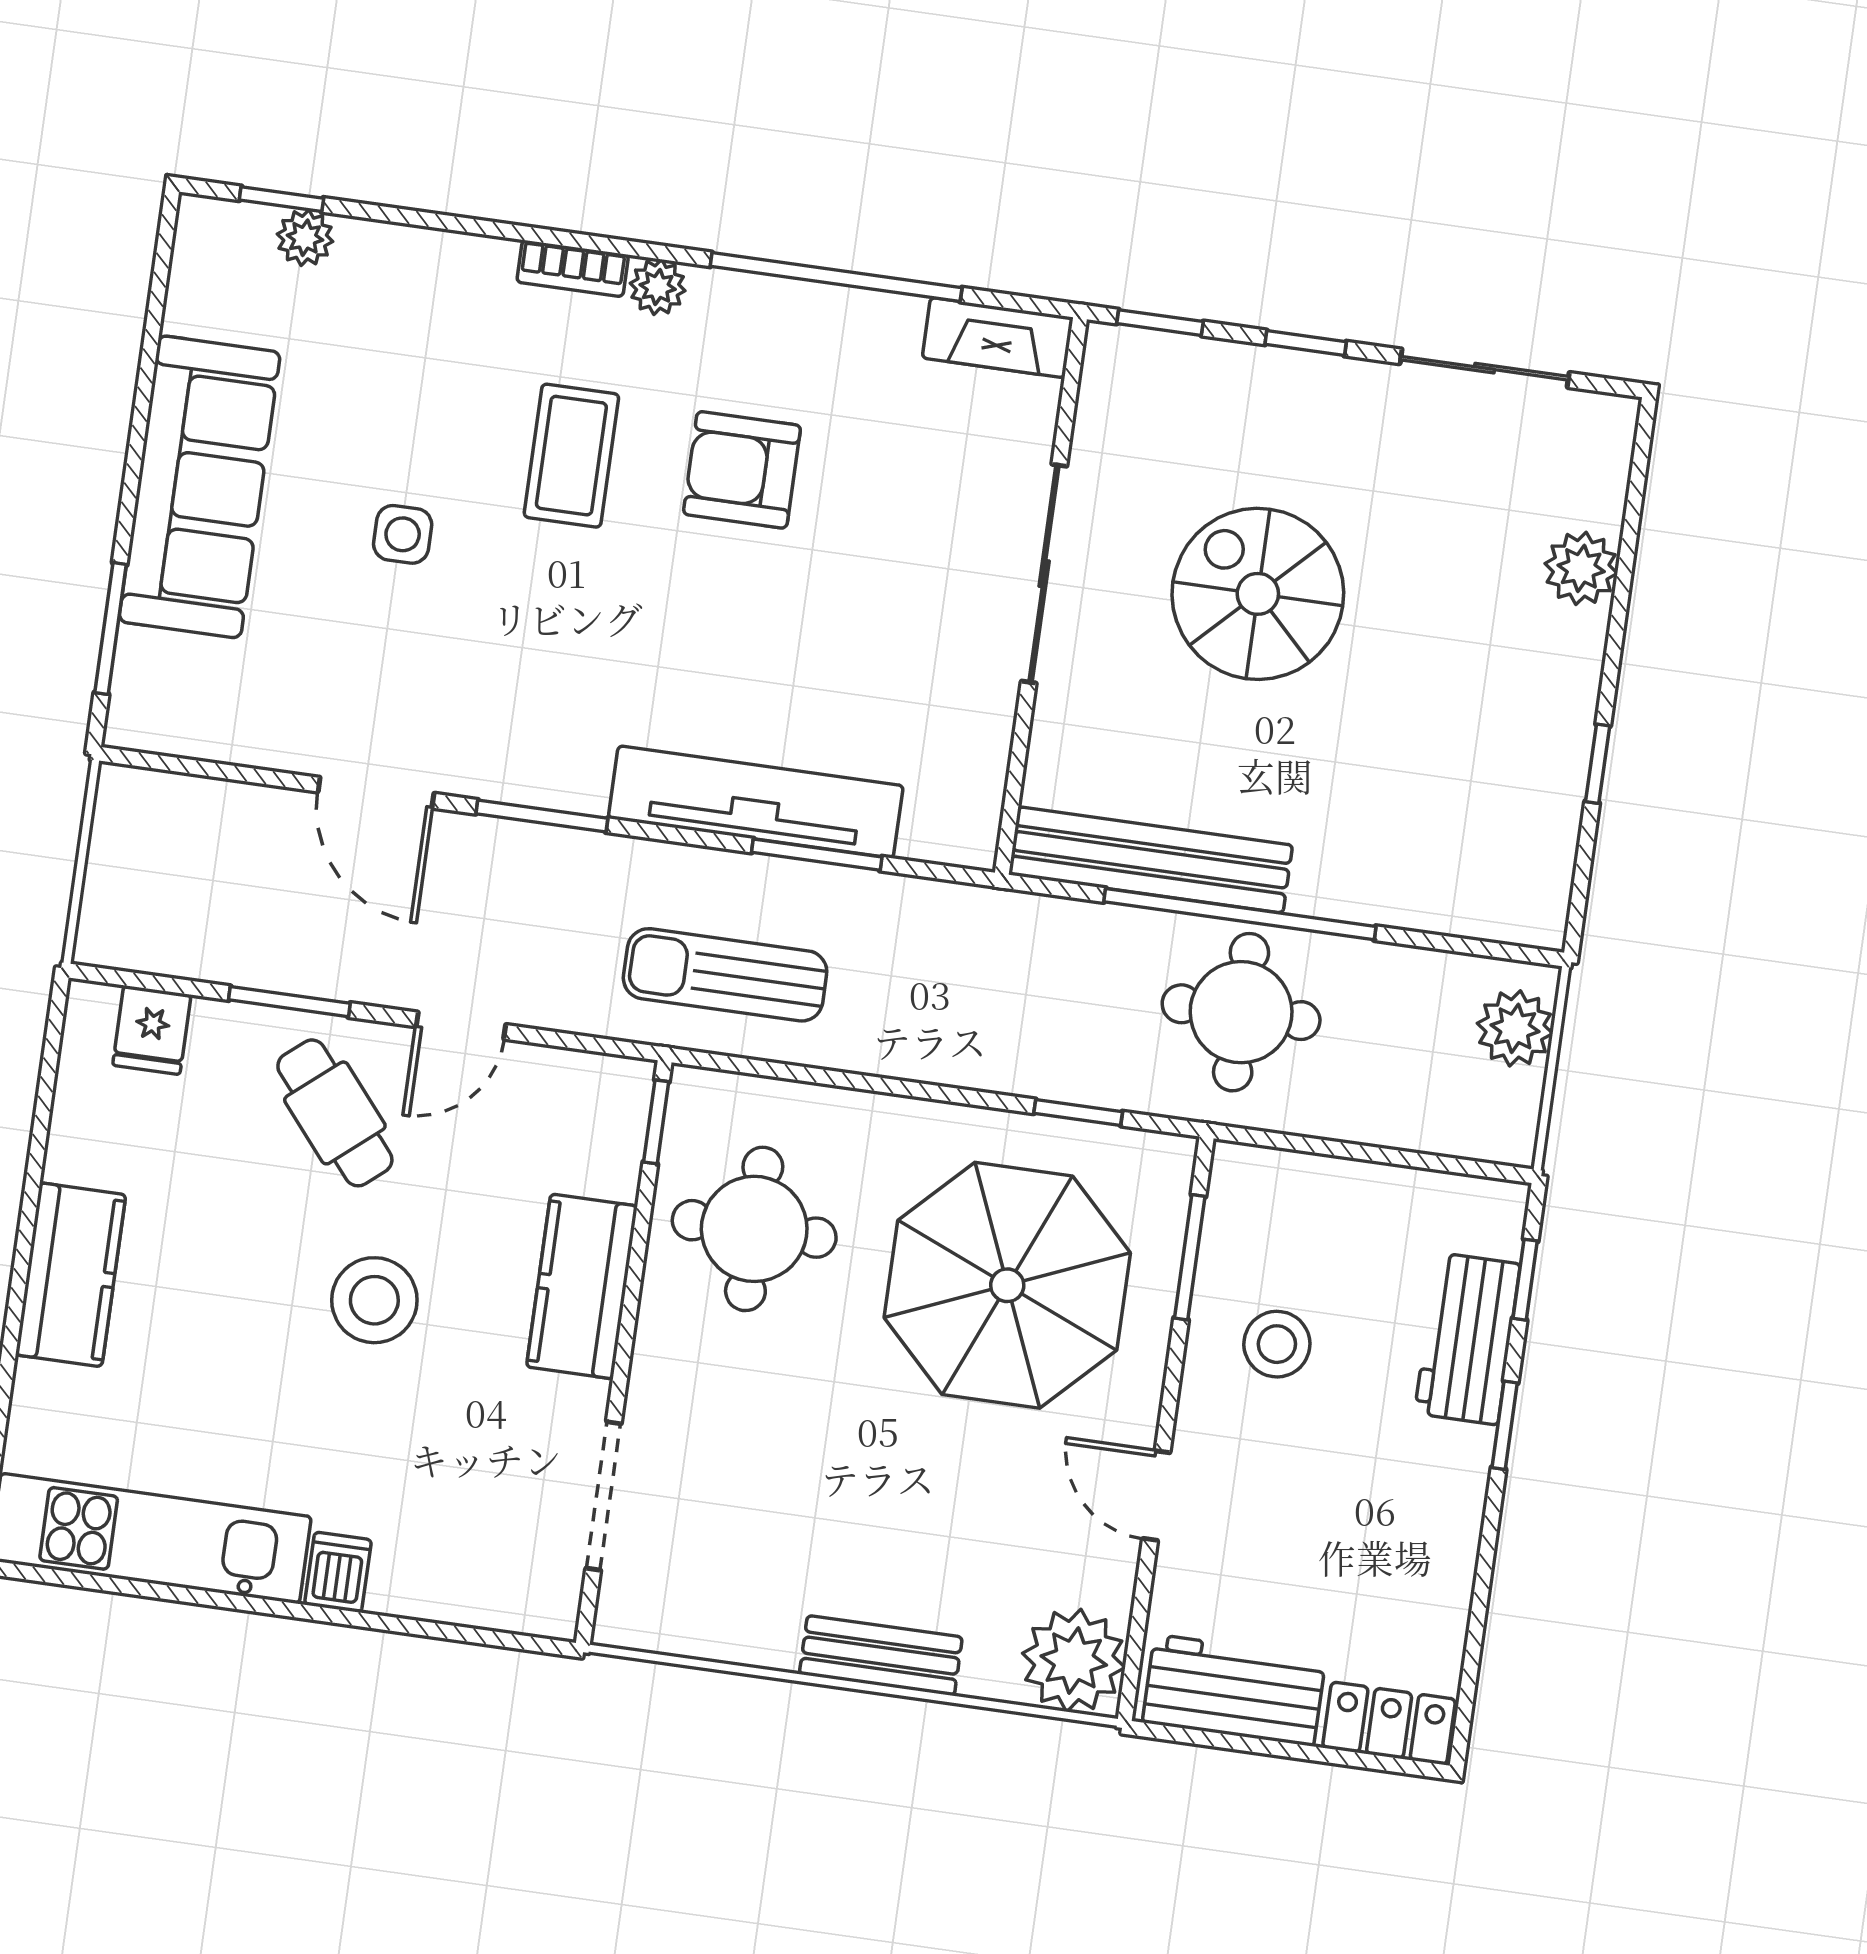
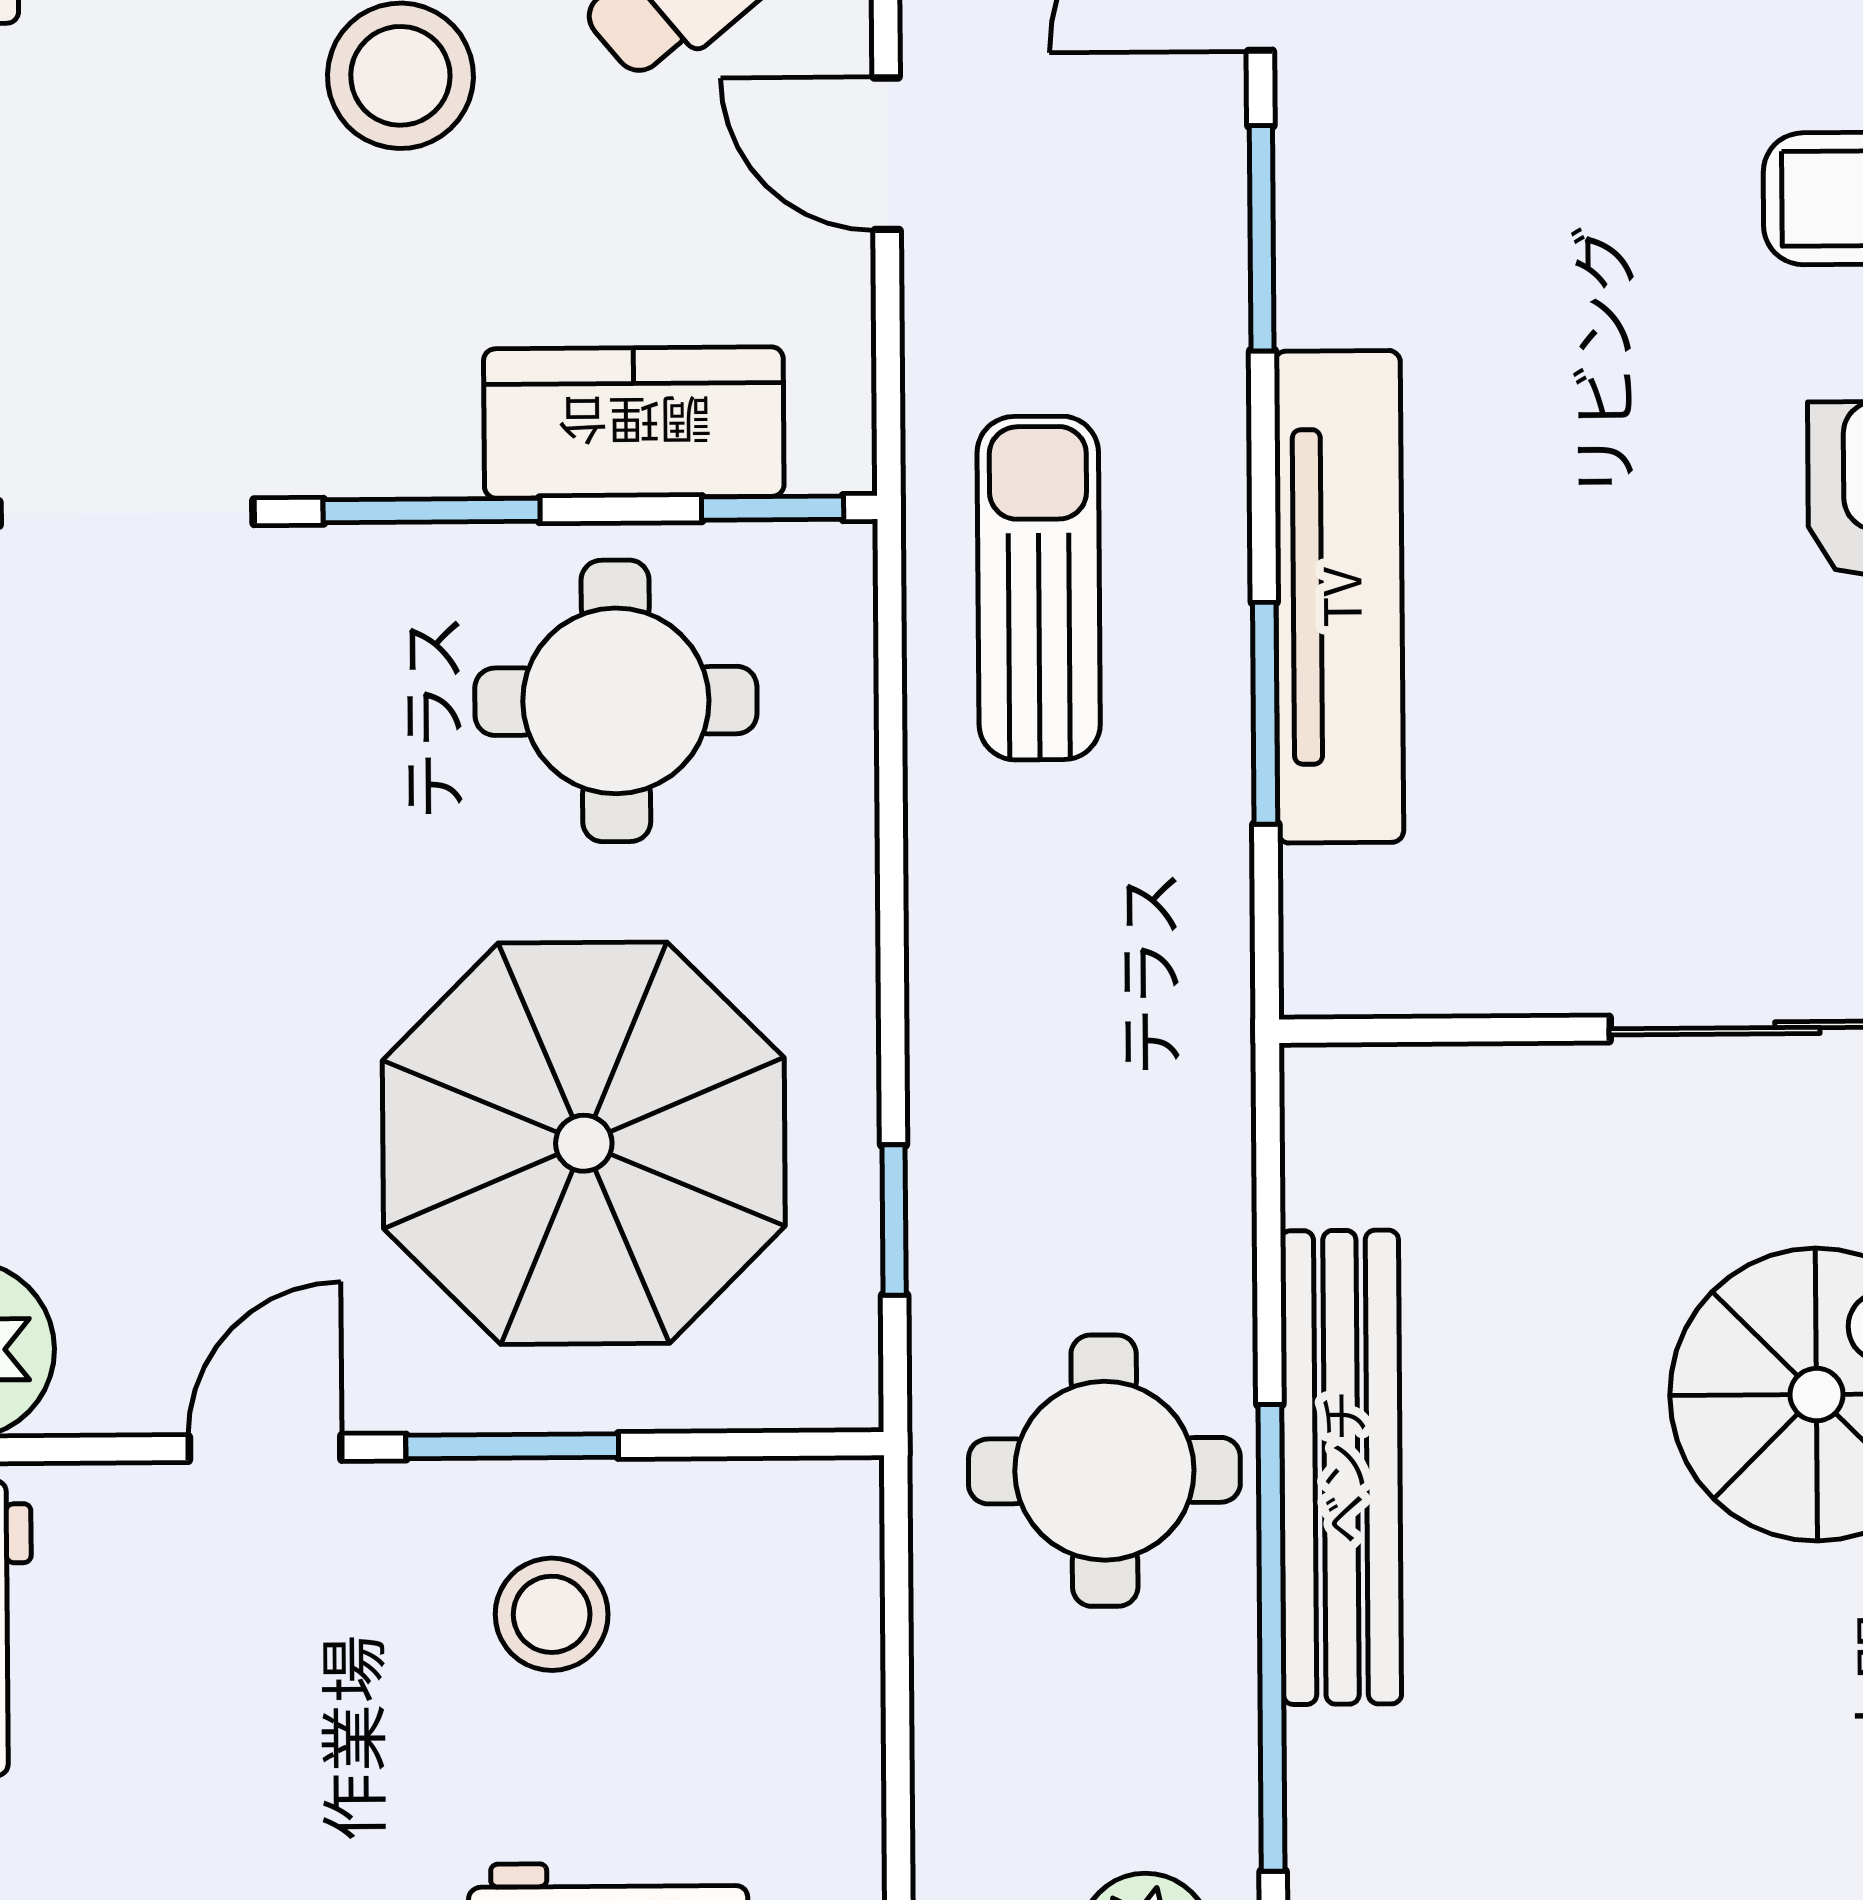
bench: (1151, 860) -> (1341, 1467), moved
window: (1240, 914) -> (1271, 1638), moved
window: (1190, 1257) -> (512, 1446), moved
kitchen counter: (582, 1286) -> (634, 423), moved
window: (628, 1319) -> (432, 510), added

